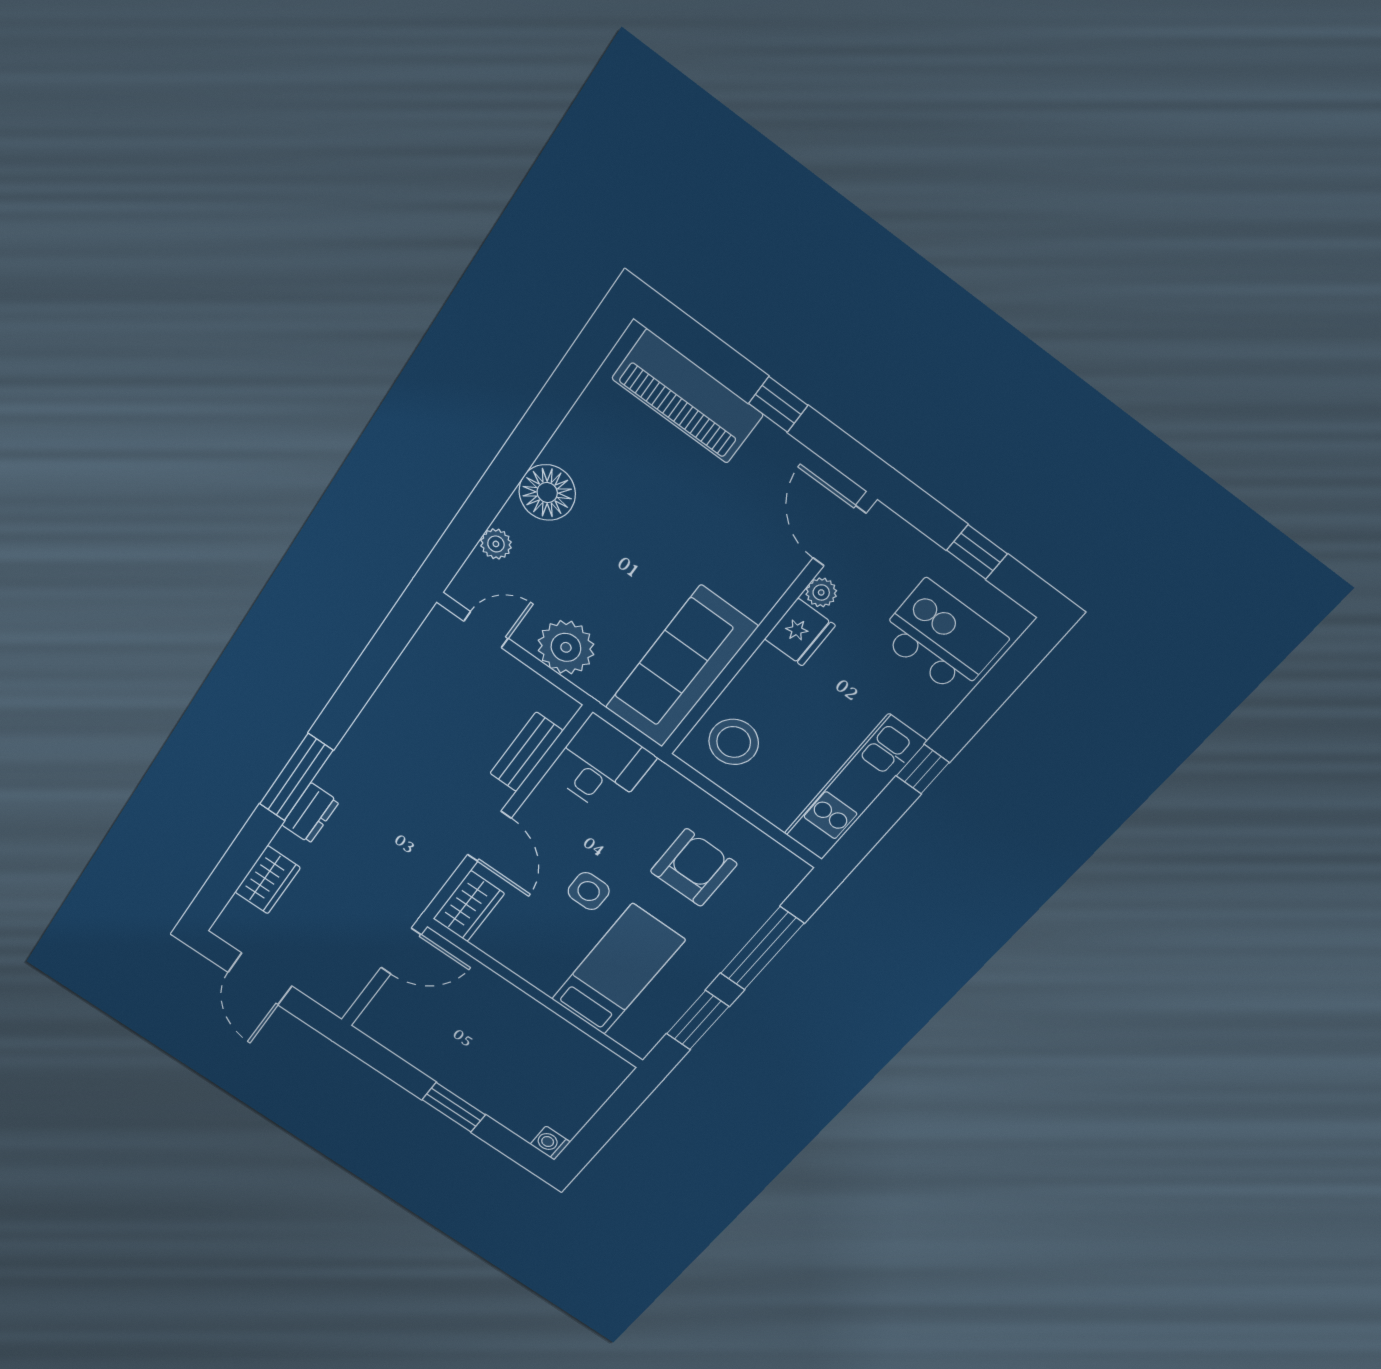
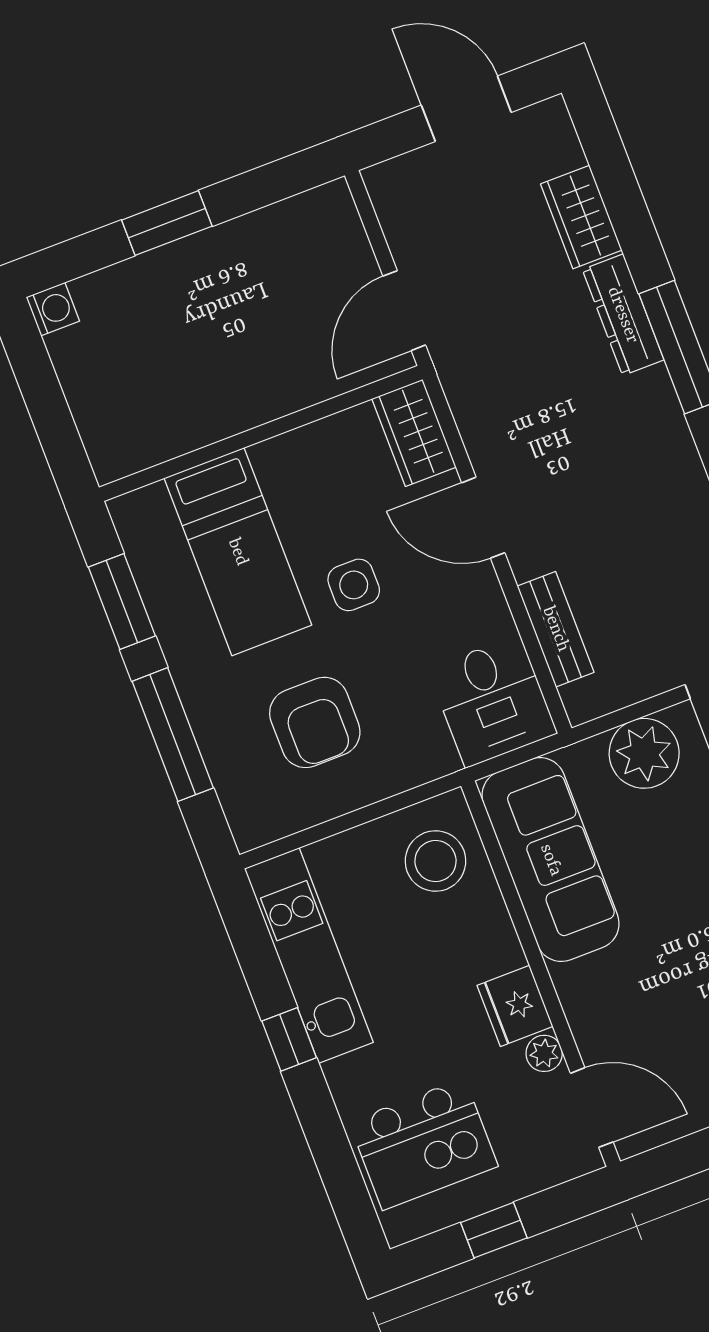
dresser: (310, 813) -> (623, 315), width x1.44

